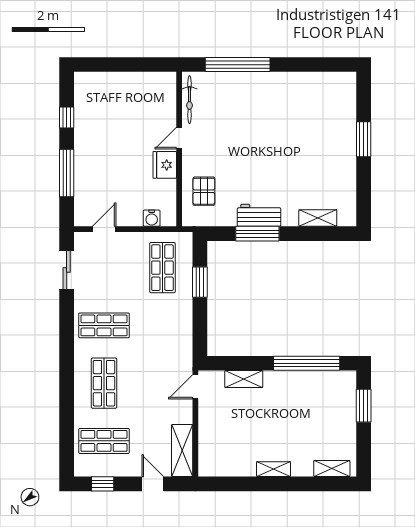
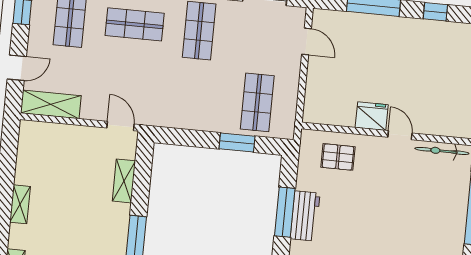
water cooler: (152, 218) -> (314, 96), removed
shop shelf: (162, 268) -> (257, 102), turned 90

